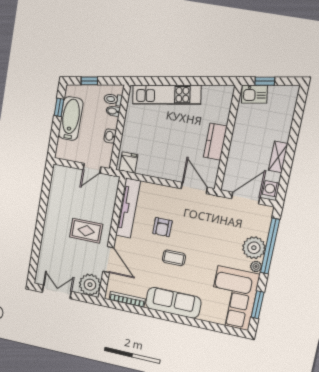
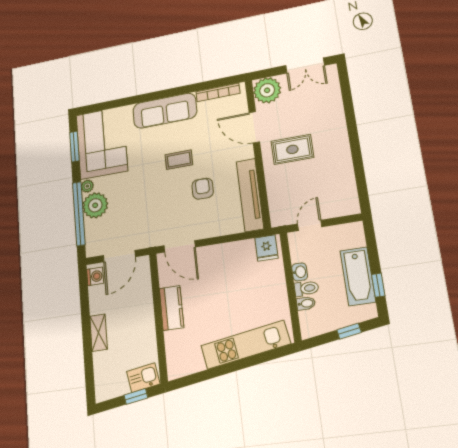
toilet: (113, 99) -> (306, 288), moved
shelving: (278, 157) -> (99, 333), moved

